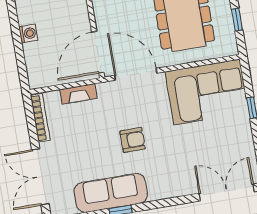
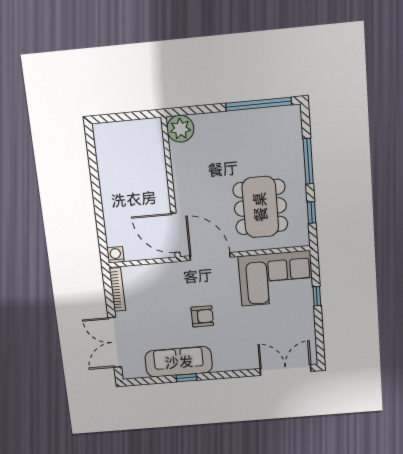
washing machine: (28, 33) -> (115, 255), moved, turned -90
door: (98, 52) -> (175, 233), hinge flipped
fireplace: (78, 94) -> (155, 270), removed

